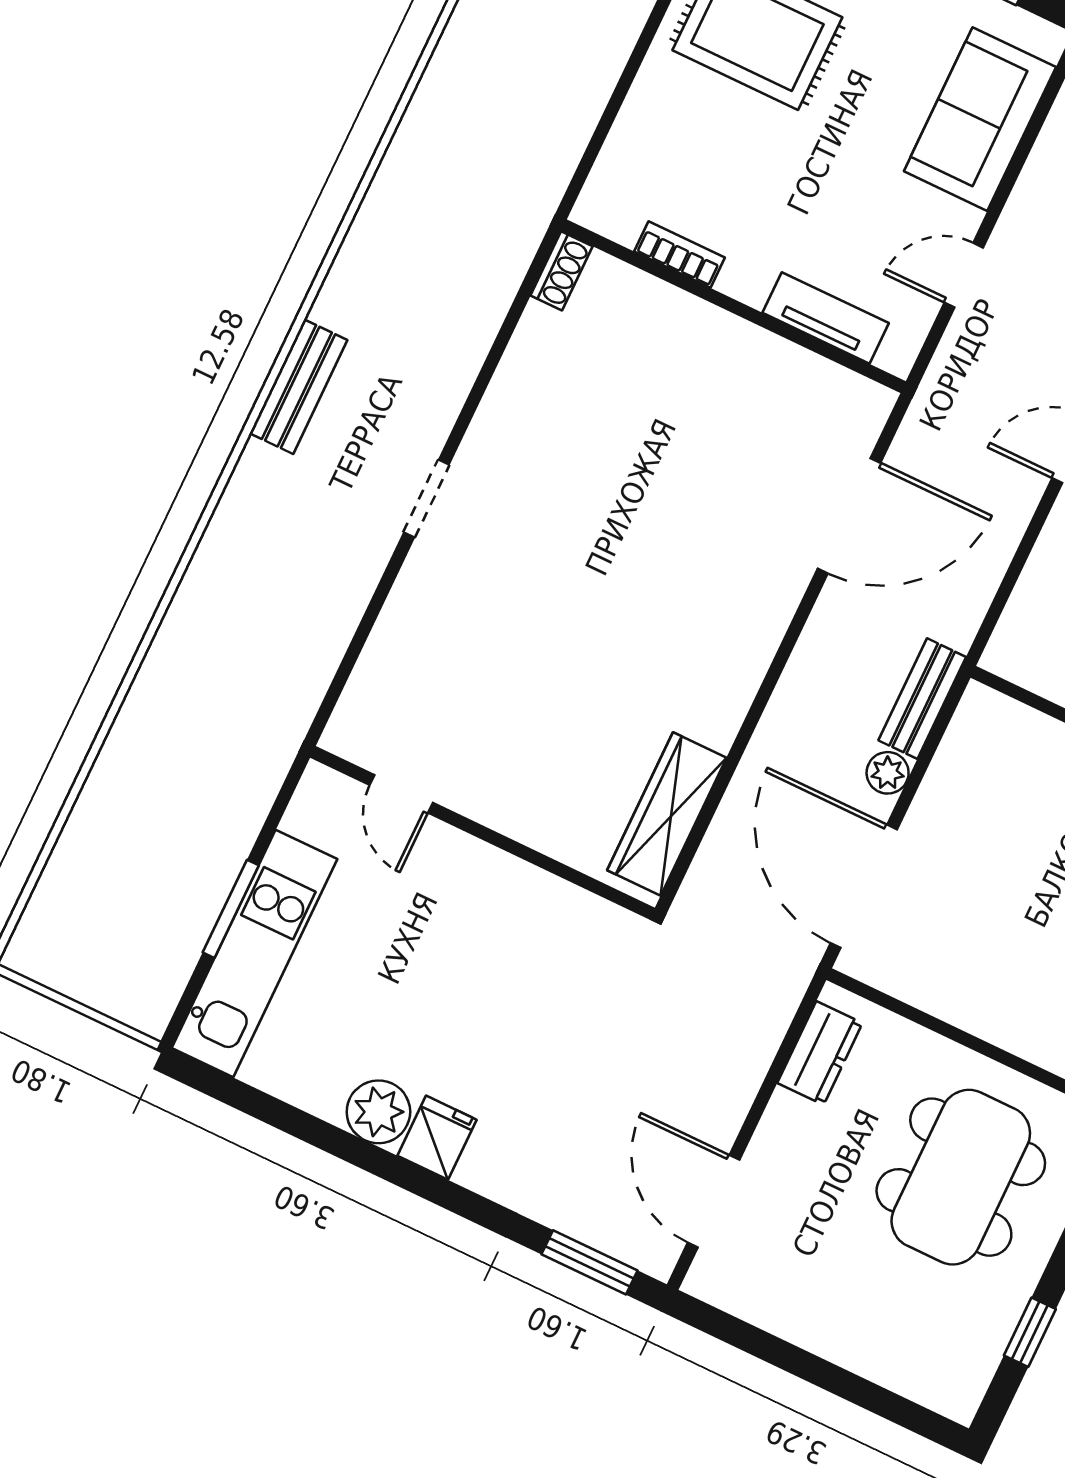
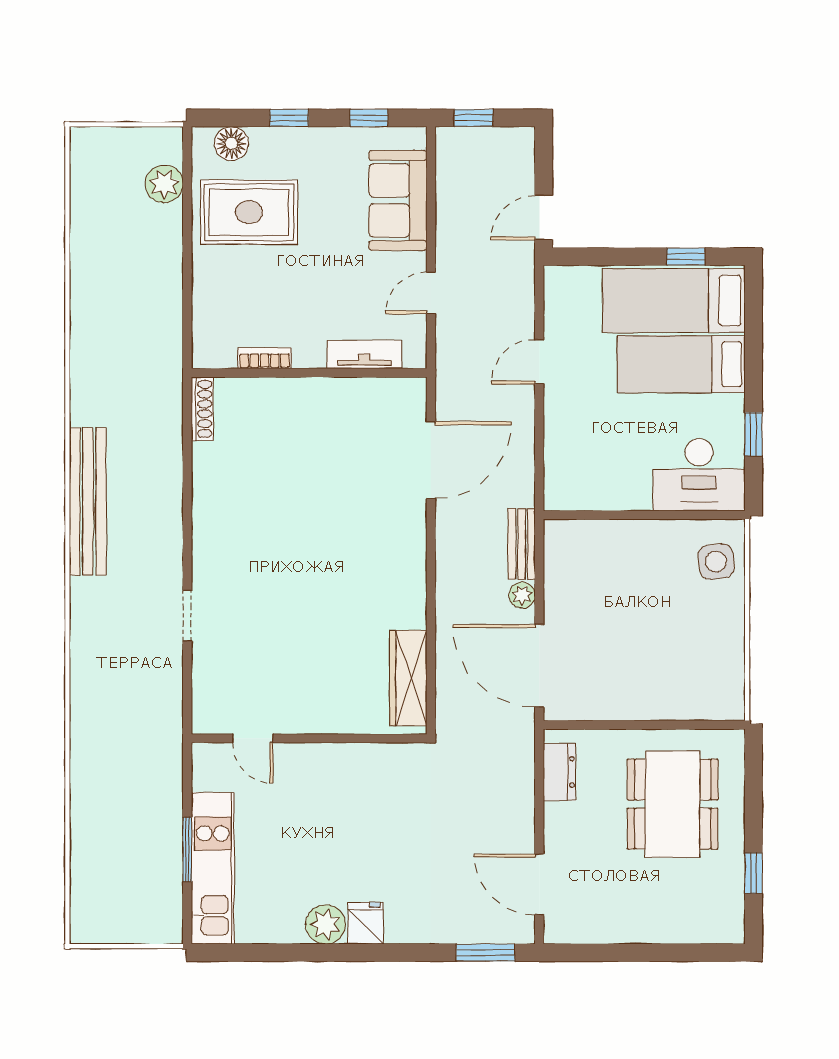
shoe rack: (561, 271) -> (202, 409), width x1.43
bench: (298, 387) -> (88, 501), width x1.86, depth x1.21
doorway: (426, 499) -> (187, 616), moved

